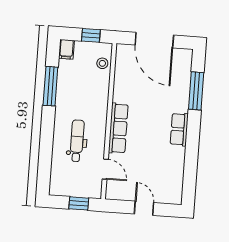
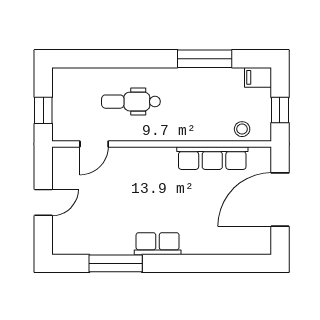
window: (196, 91) -> (116, 263), moved
row of seats: (118, 128) -> (212, 158), moved
dental chair: (77, 141) -> (131, 102), turned 180

